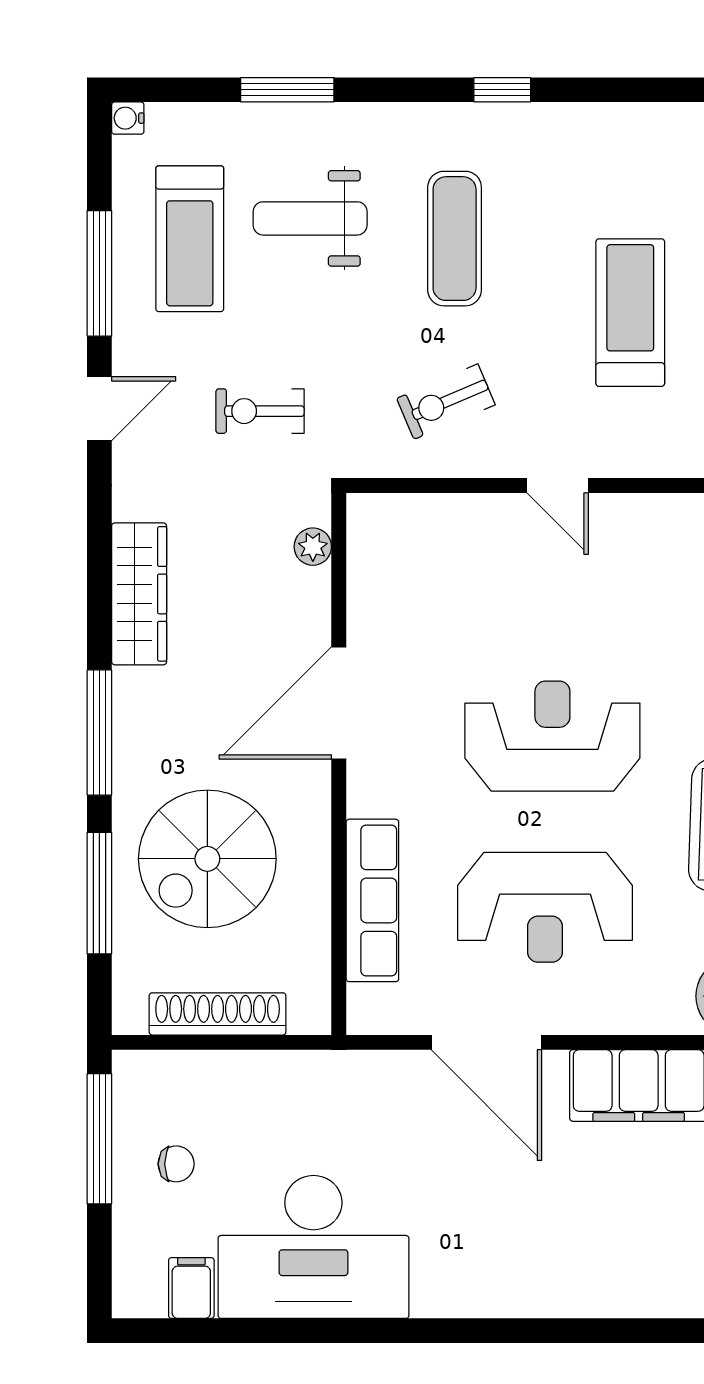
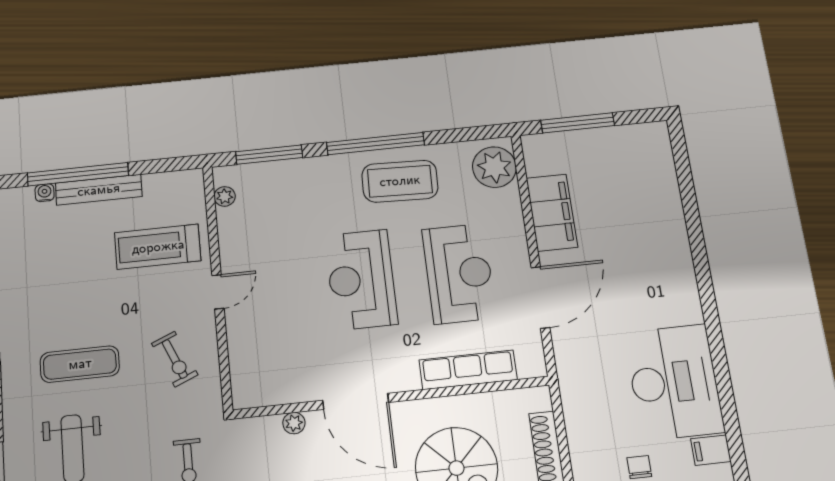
treadmill: (630, 313) -> (158, 247), moved
plant: (313, 547) -> (294, 423), moved

